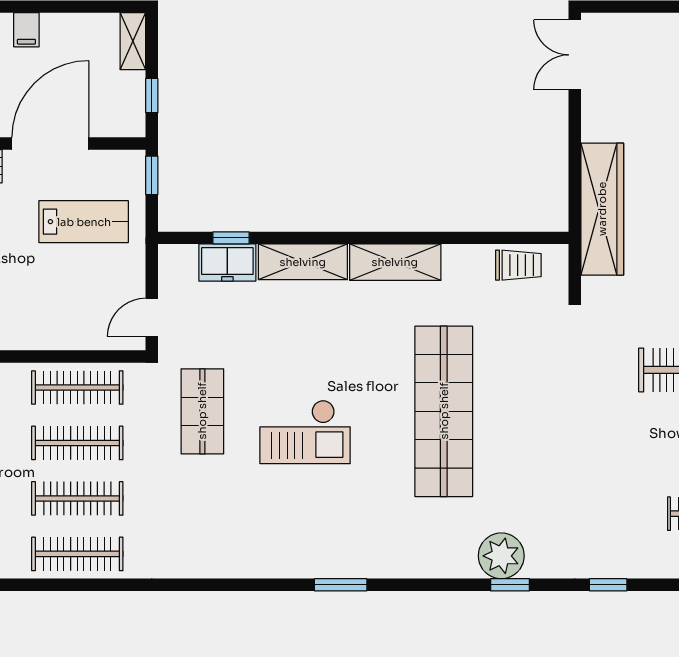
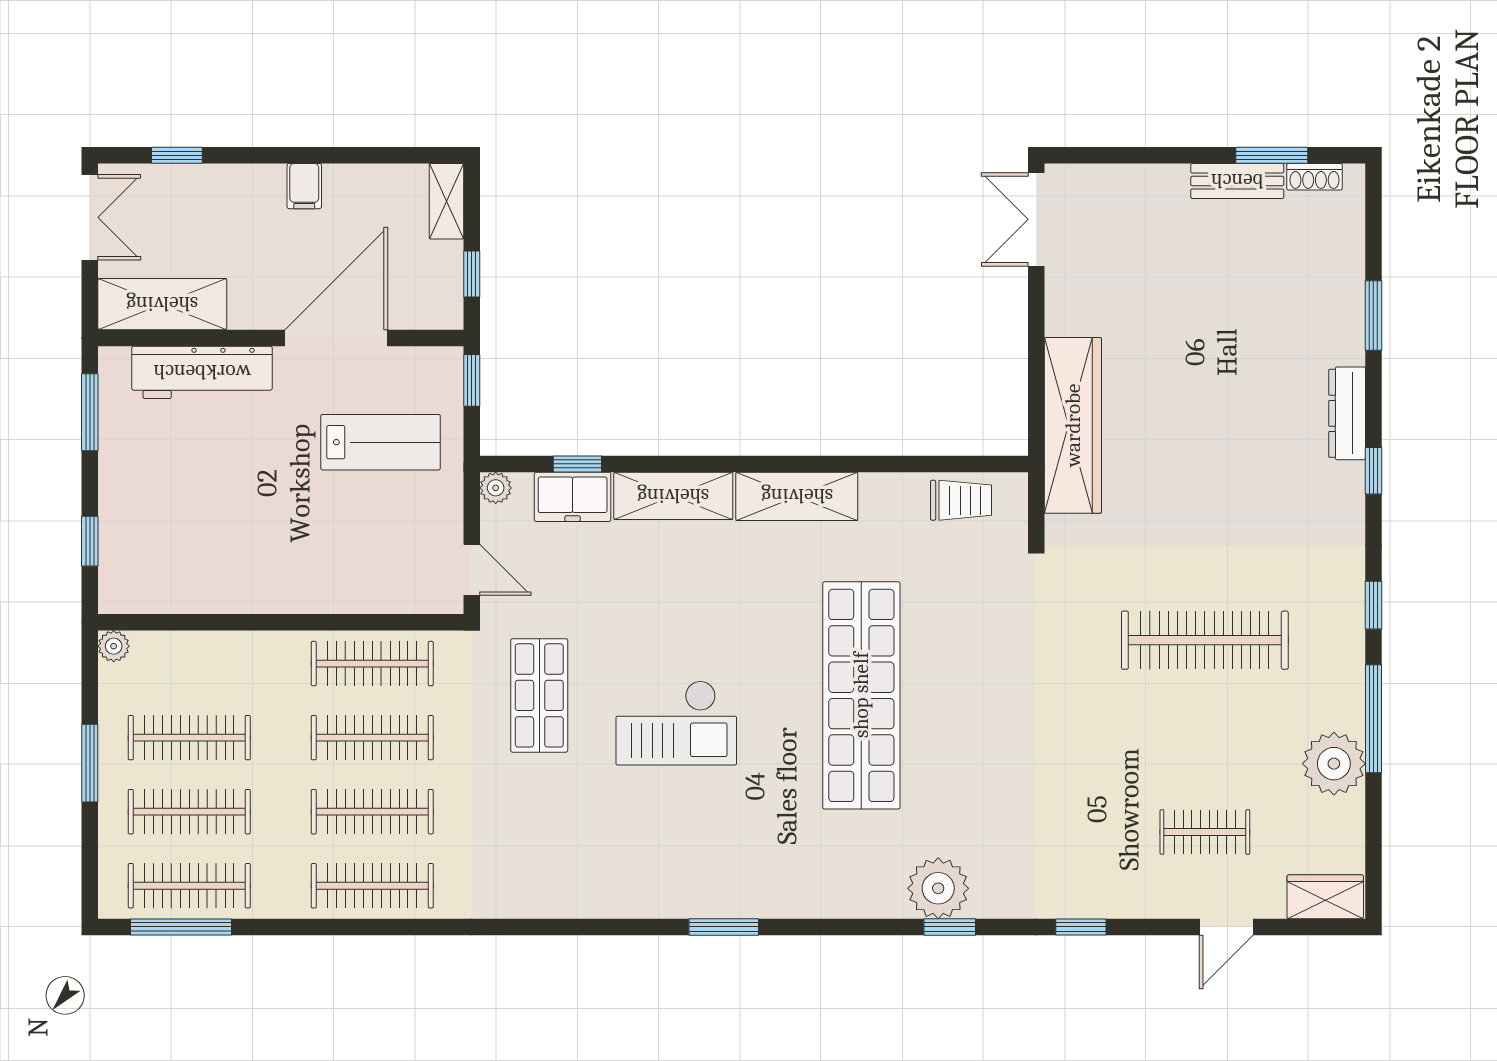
plant: (170, 256) -> (496, 488), added
door: (152, 317) -> (472, 570), swing flipped

